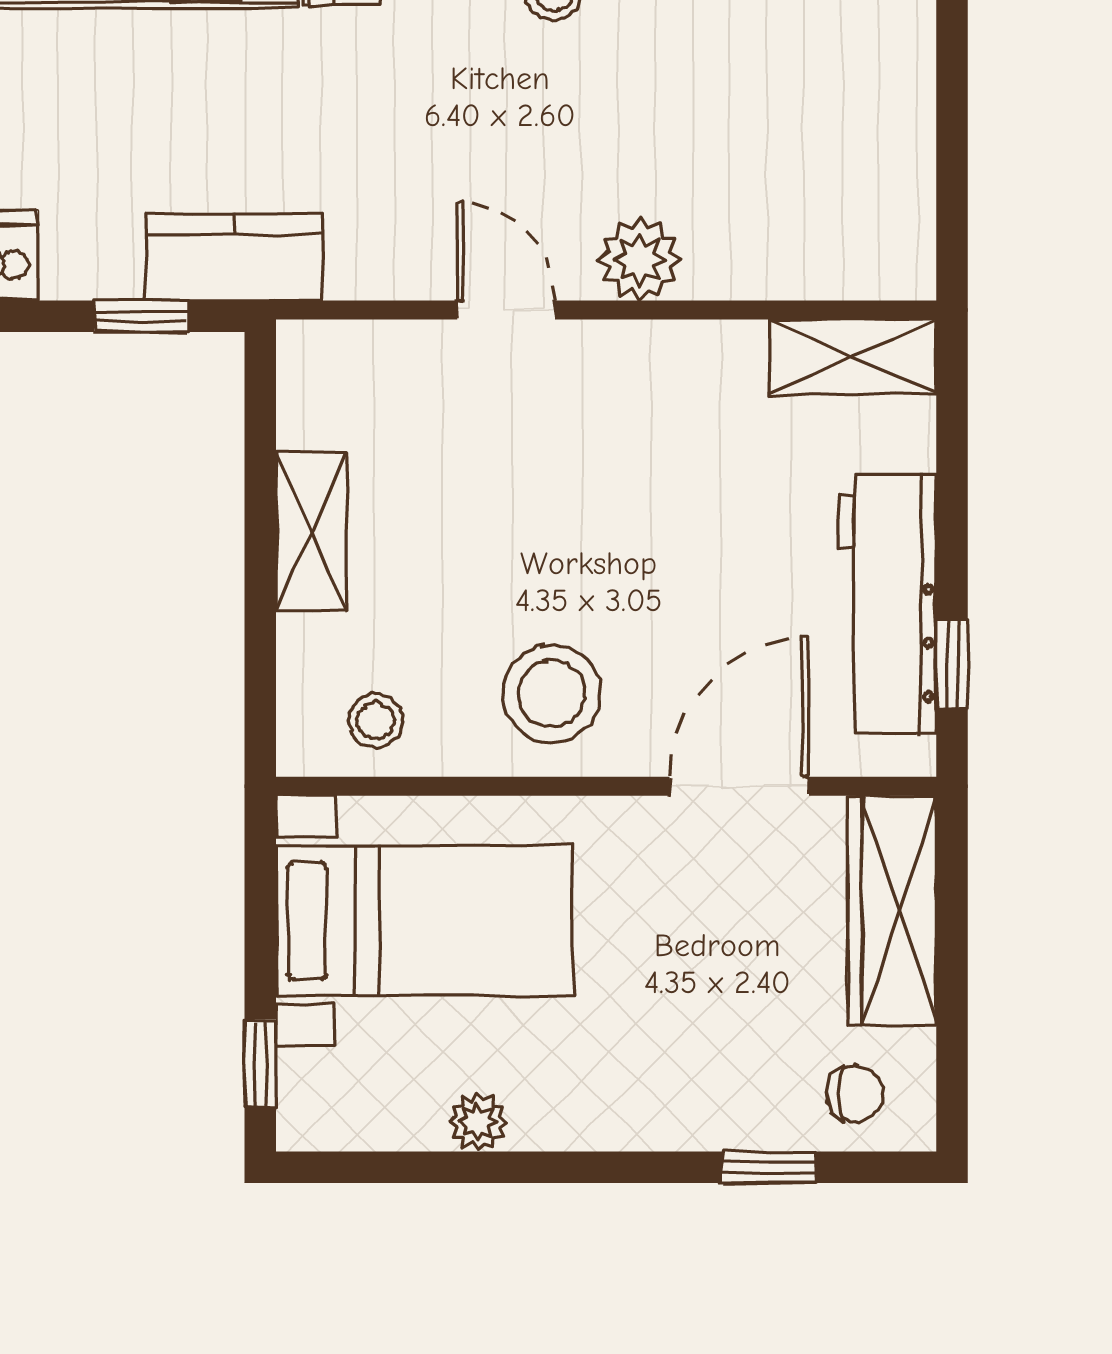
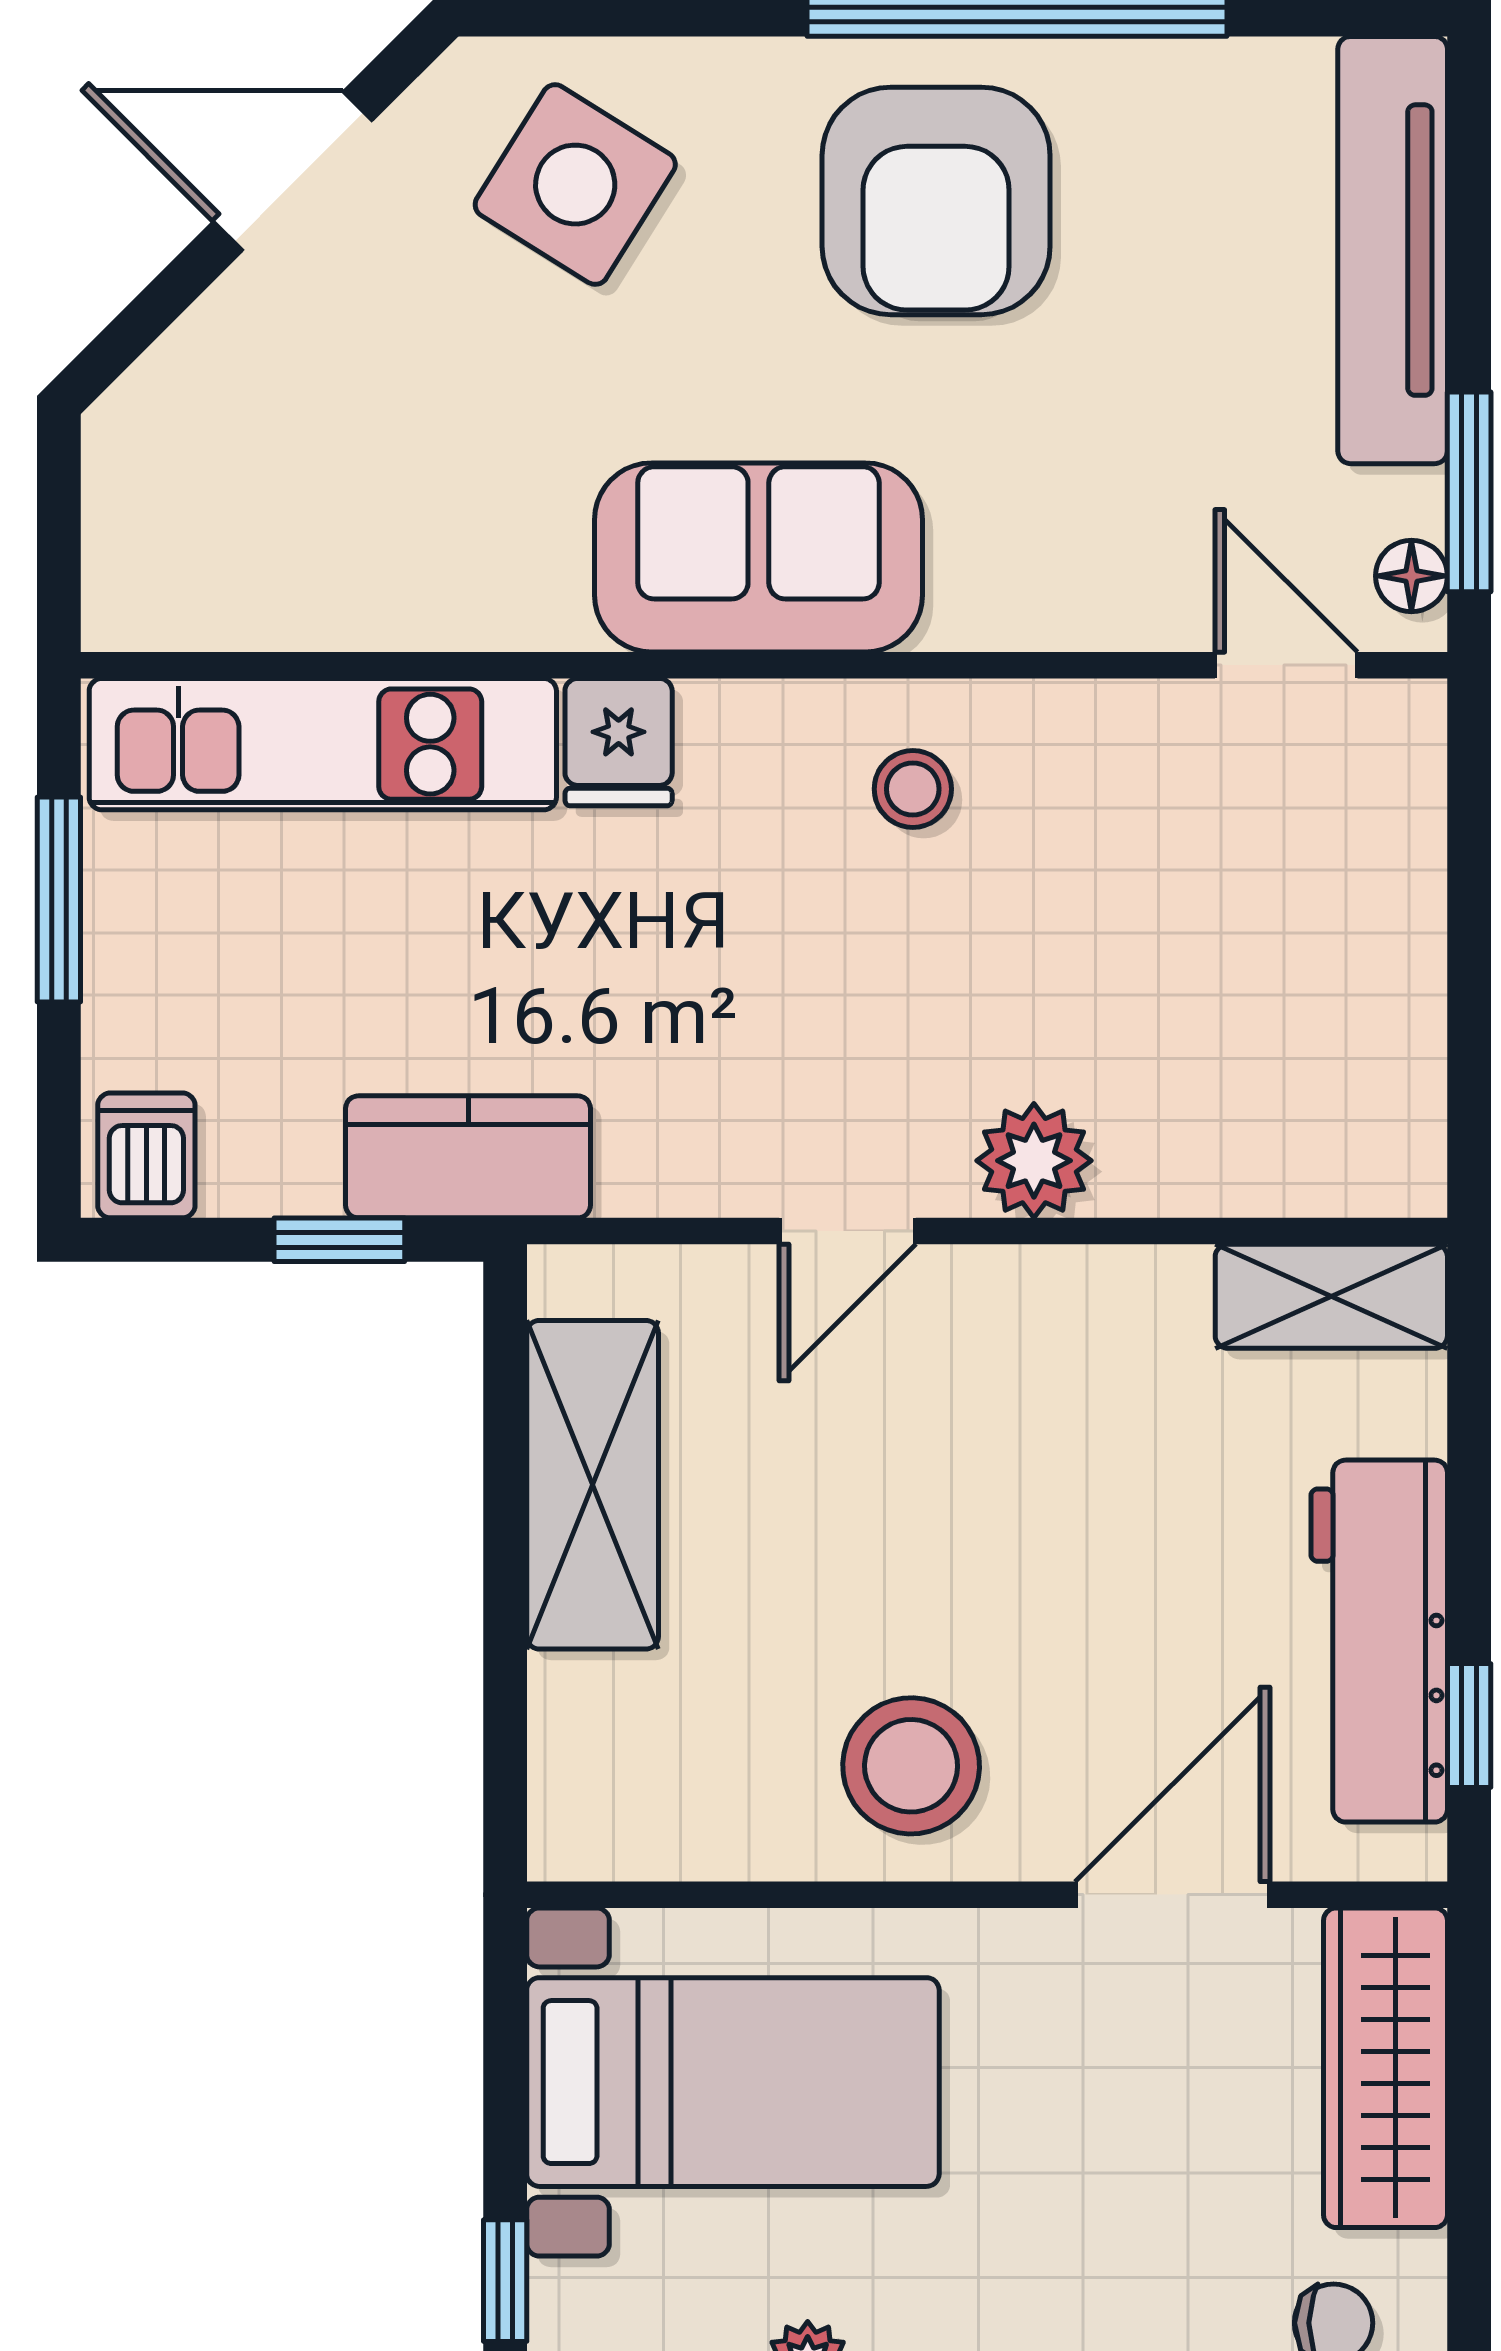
door: (506, 310) -> (848, 1231), swing flipped
shelving: (311, 531) -> (593, 1485), width x1.50, depth x1.33
stool: (376, 721) -> (666, 1803), removed

